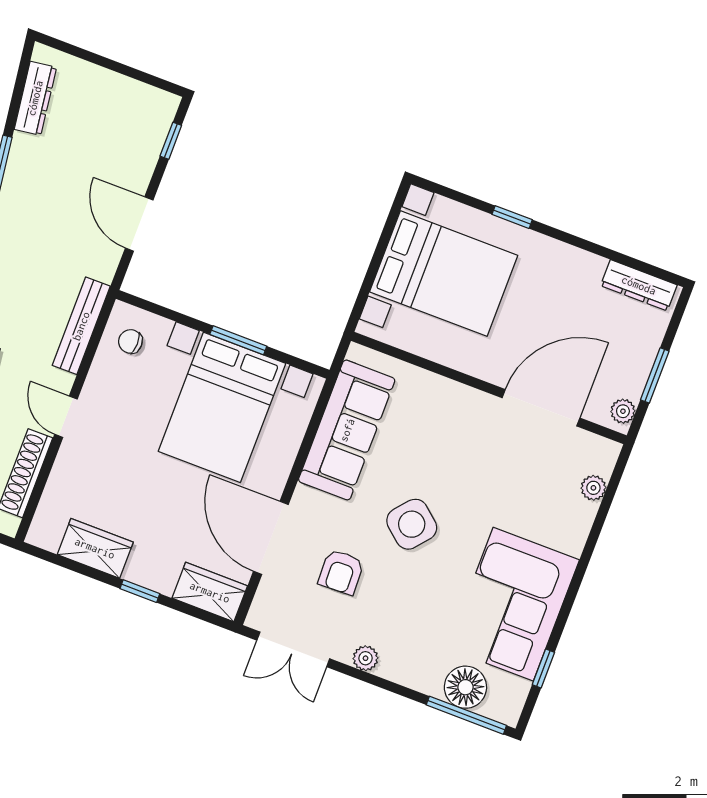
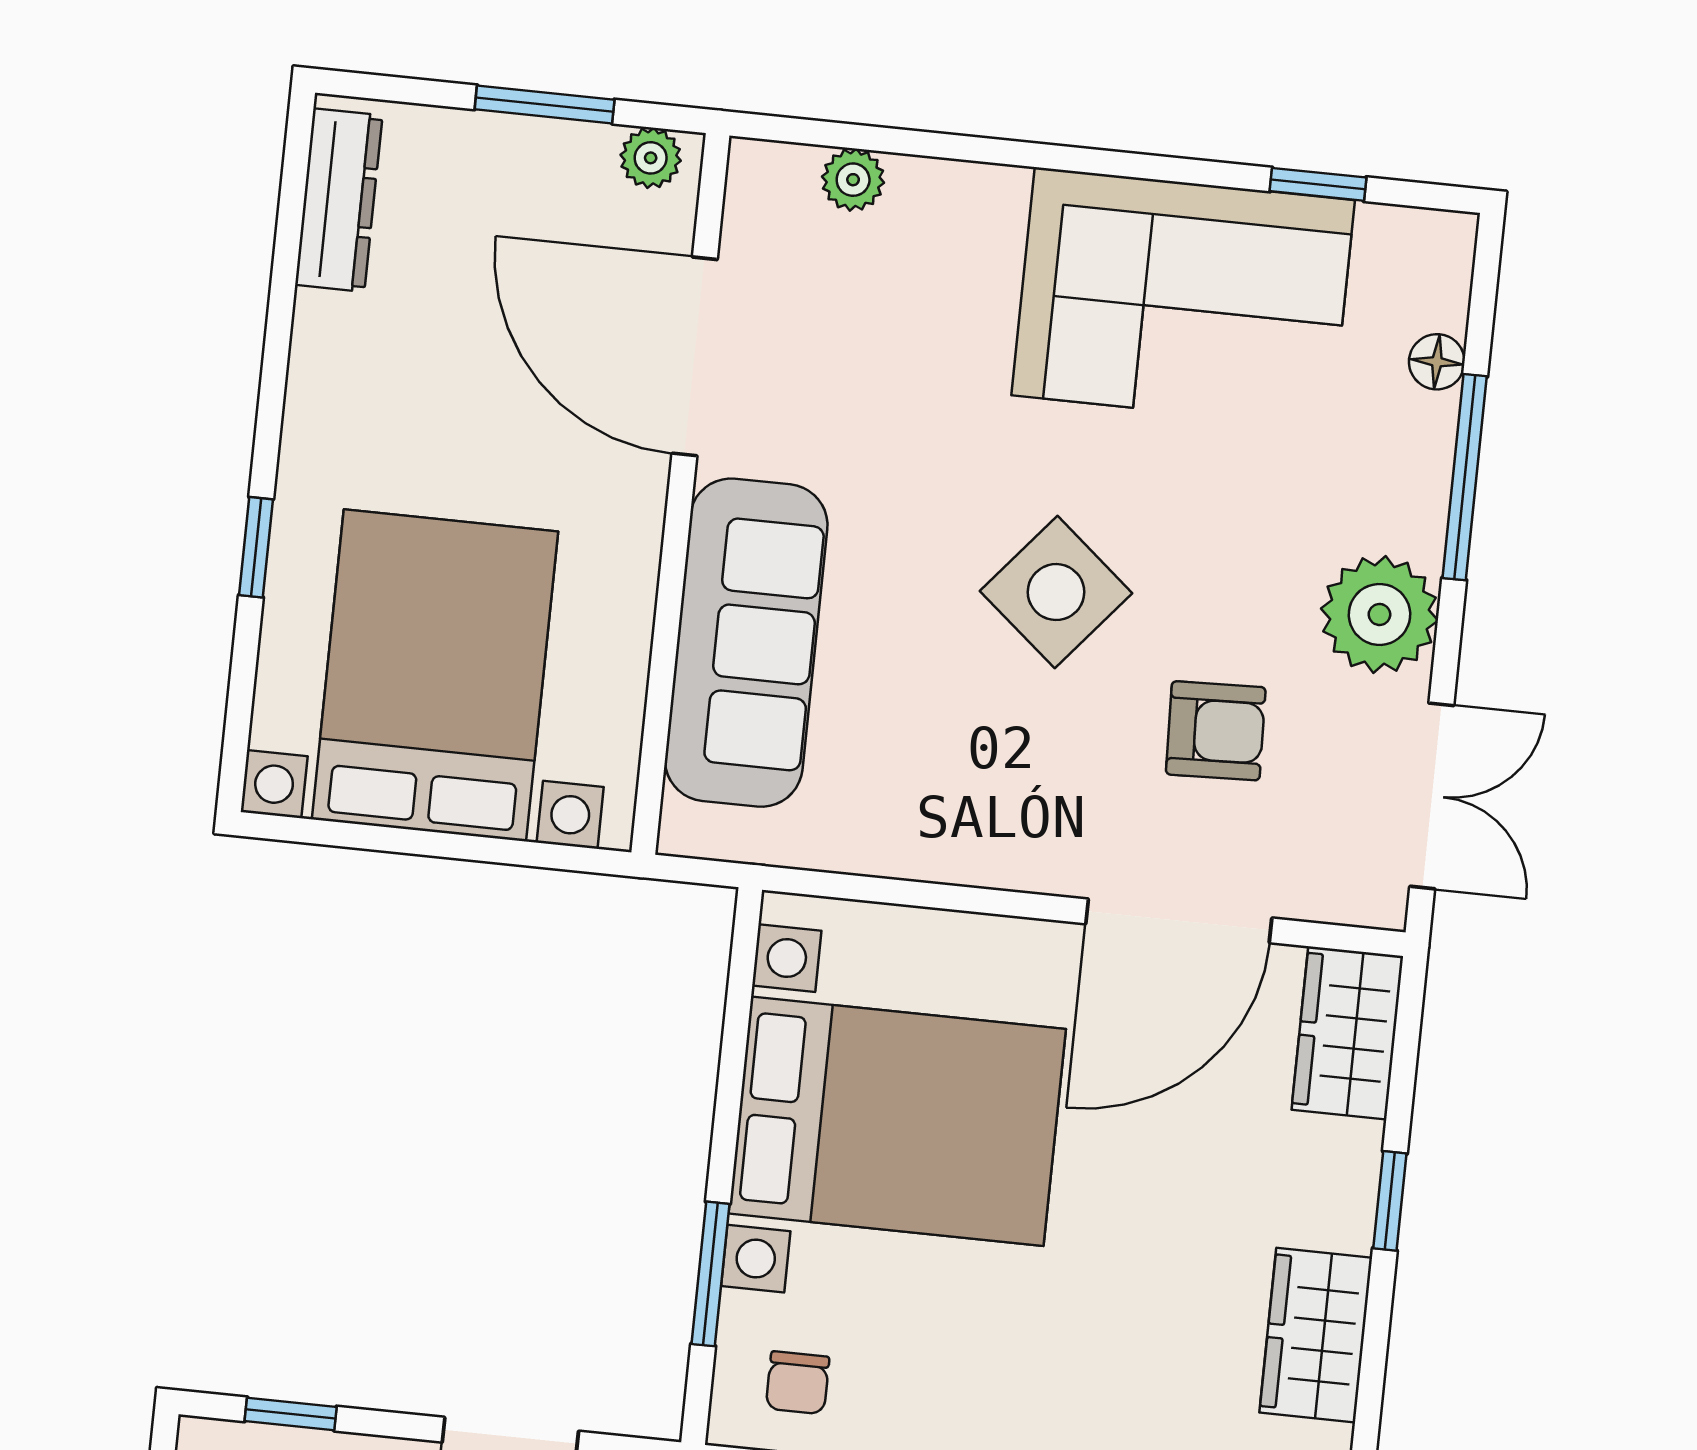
window: (238, 340) -> (711, 1274), moved
sofa: (347, 430) -> (746, 643), moved, turned 90
plant: (366, 658) -> (1379, 614), width x1.88, depth x1.88
floor lamp: (465, 687) -> (1437, 362), width x0.53, depth x0.53
window: (466, 715) -> (1465, 477), moved

